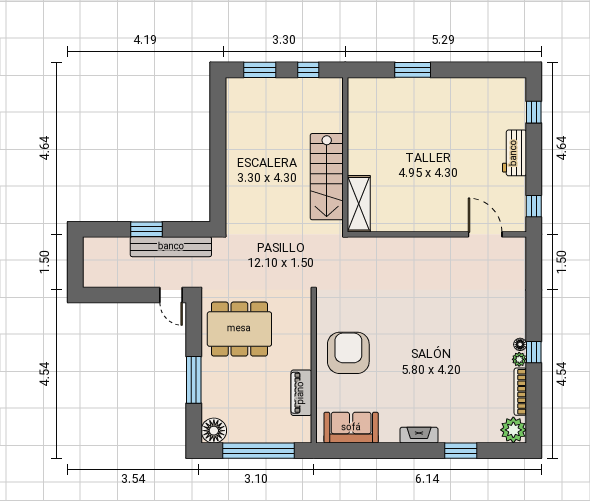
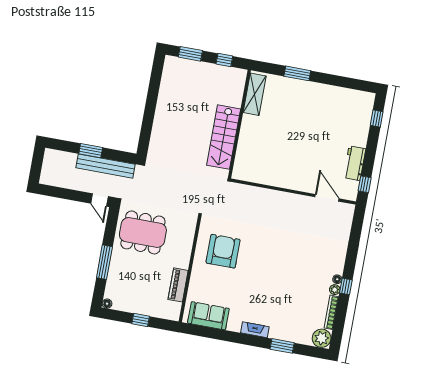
workbench: (514, 153) -> (355, 163), moved
shelving: (359, 204) -> (255, 94), moved
armchair: (348, 353) -> (223, 251), moved
floor lamp: (214, 431) -> (107, 304), width x0.53, depth x0.53
window: (258, 451) -> (141, 320), width x0.32

